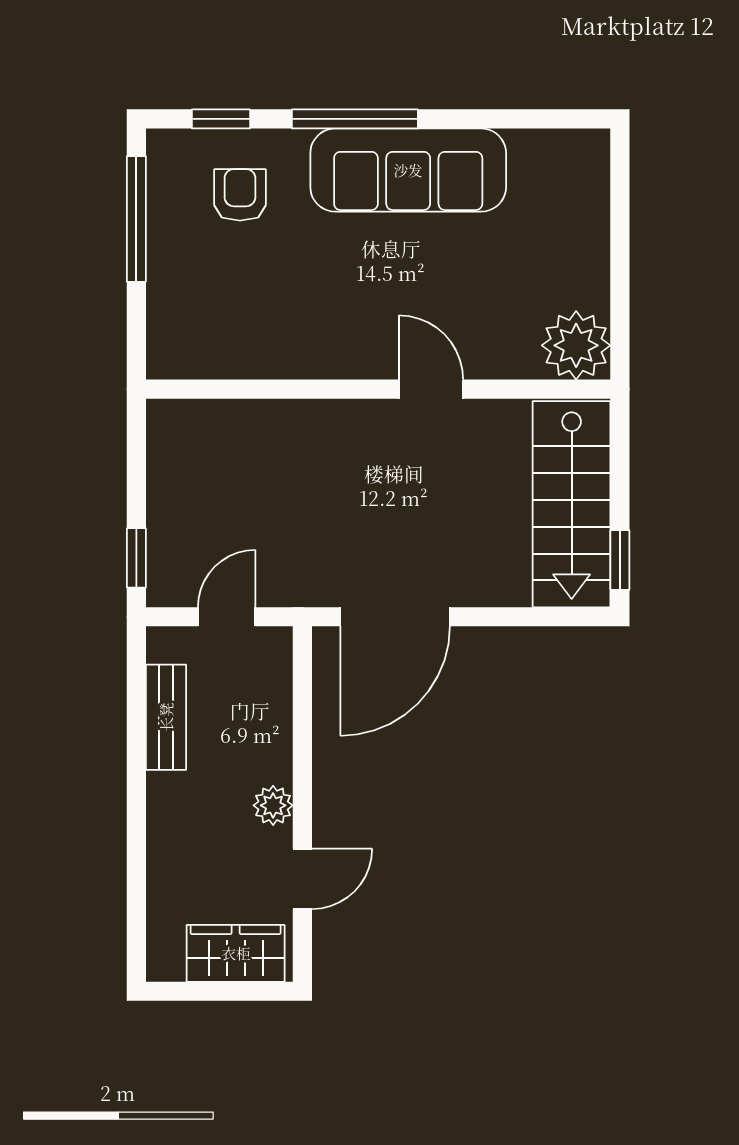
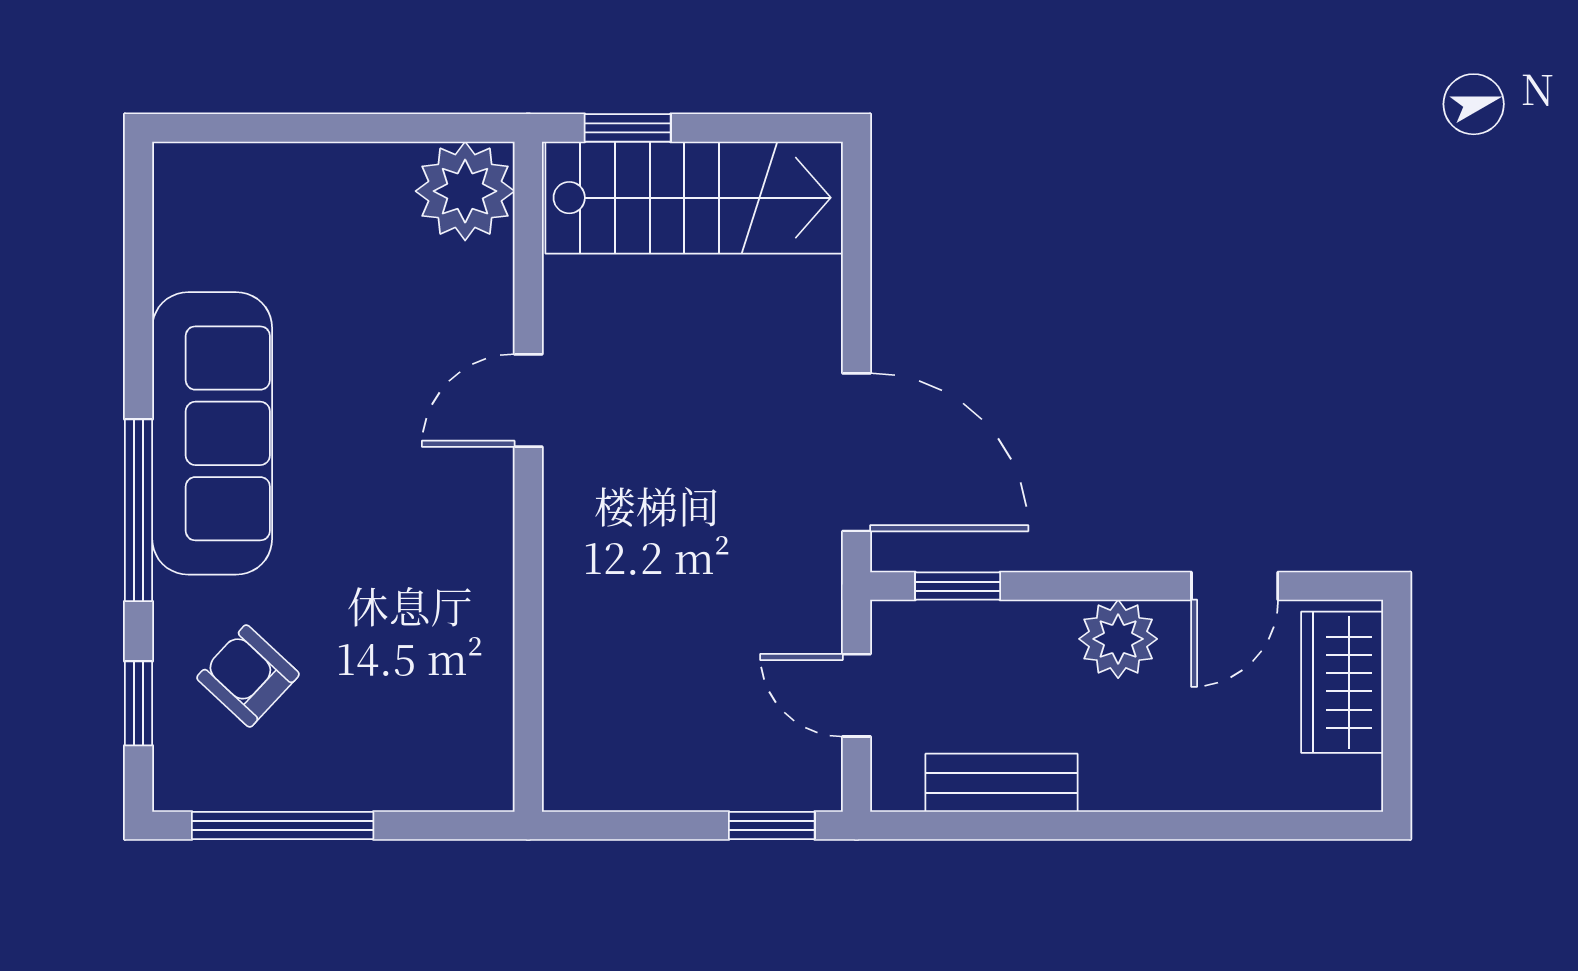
armchair: (240, 195) -> (248, 676), turned 43
window: (620, 560) -> (628, 128), moved
window: (302, 687) -> (958, 586), added
plant: (273, 805) -> (1118, 639), width x1.38, depth x1.38
door: (302, 879) -> (1235, 586), swing flipped

